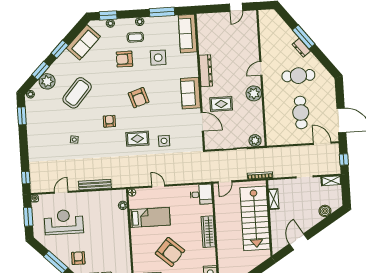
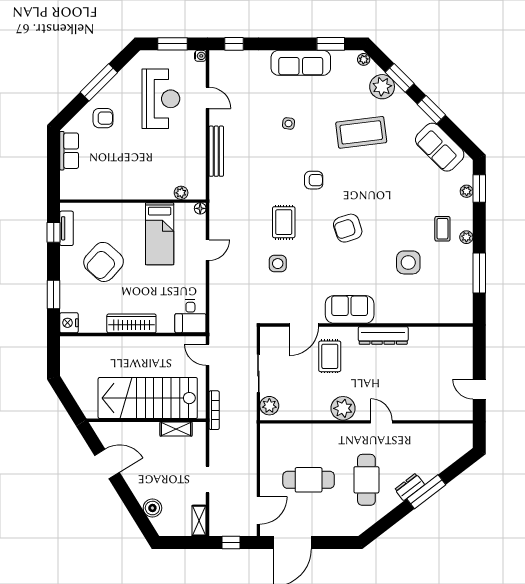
sofa: (188, 34) -> (301, 63), moved, turned 180
armchair: (124, 59) -> (409, 210), removed
coffee table: (77, 93) -> (361, 132), turned -48

